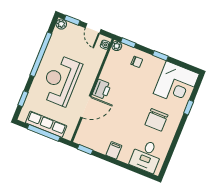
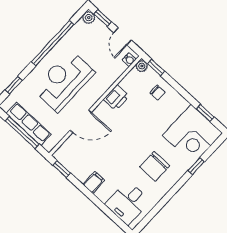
window: (160, 56) -> (205, 113), moved
printer: (102, 89) -> (116, 98), moved

